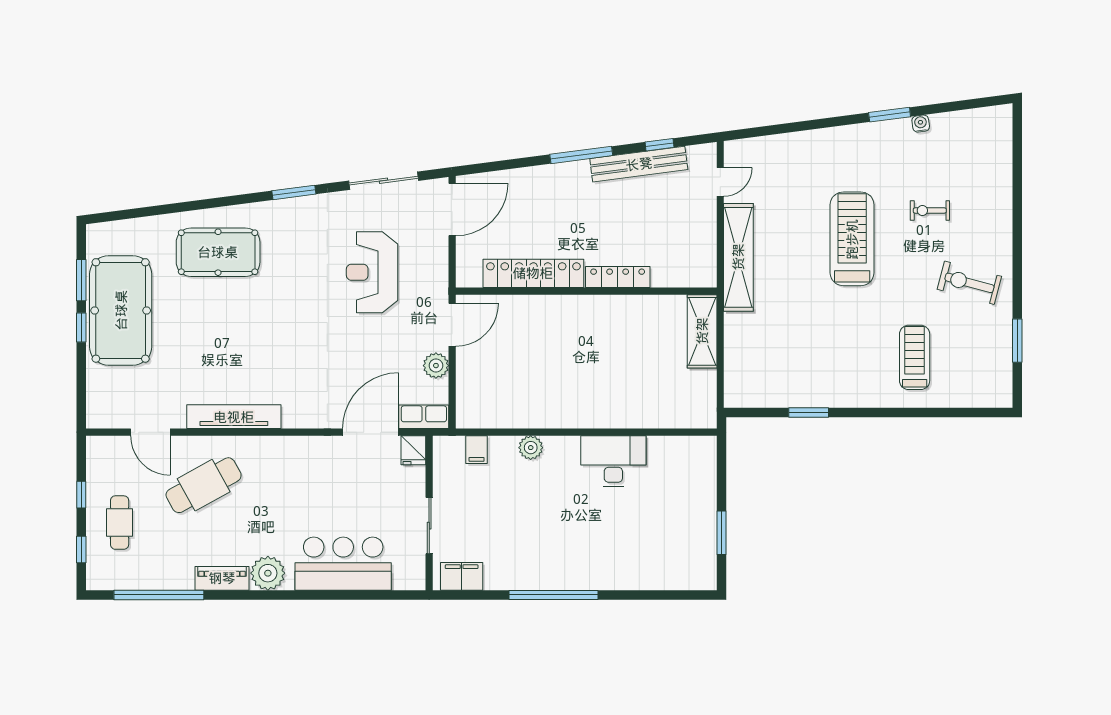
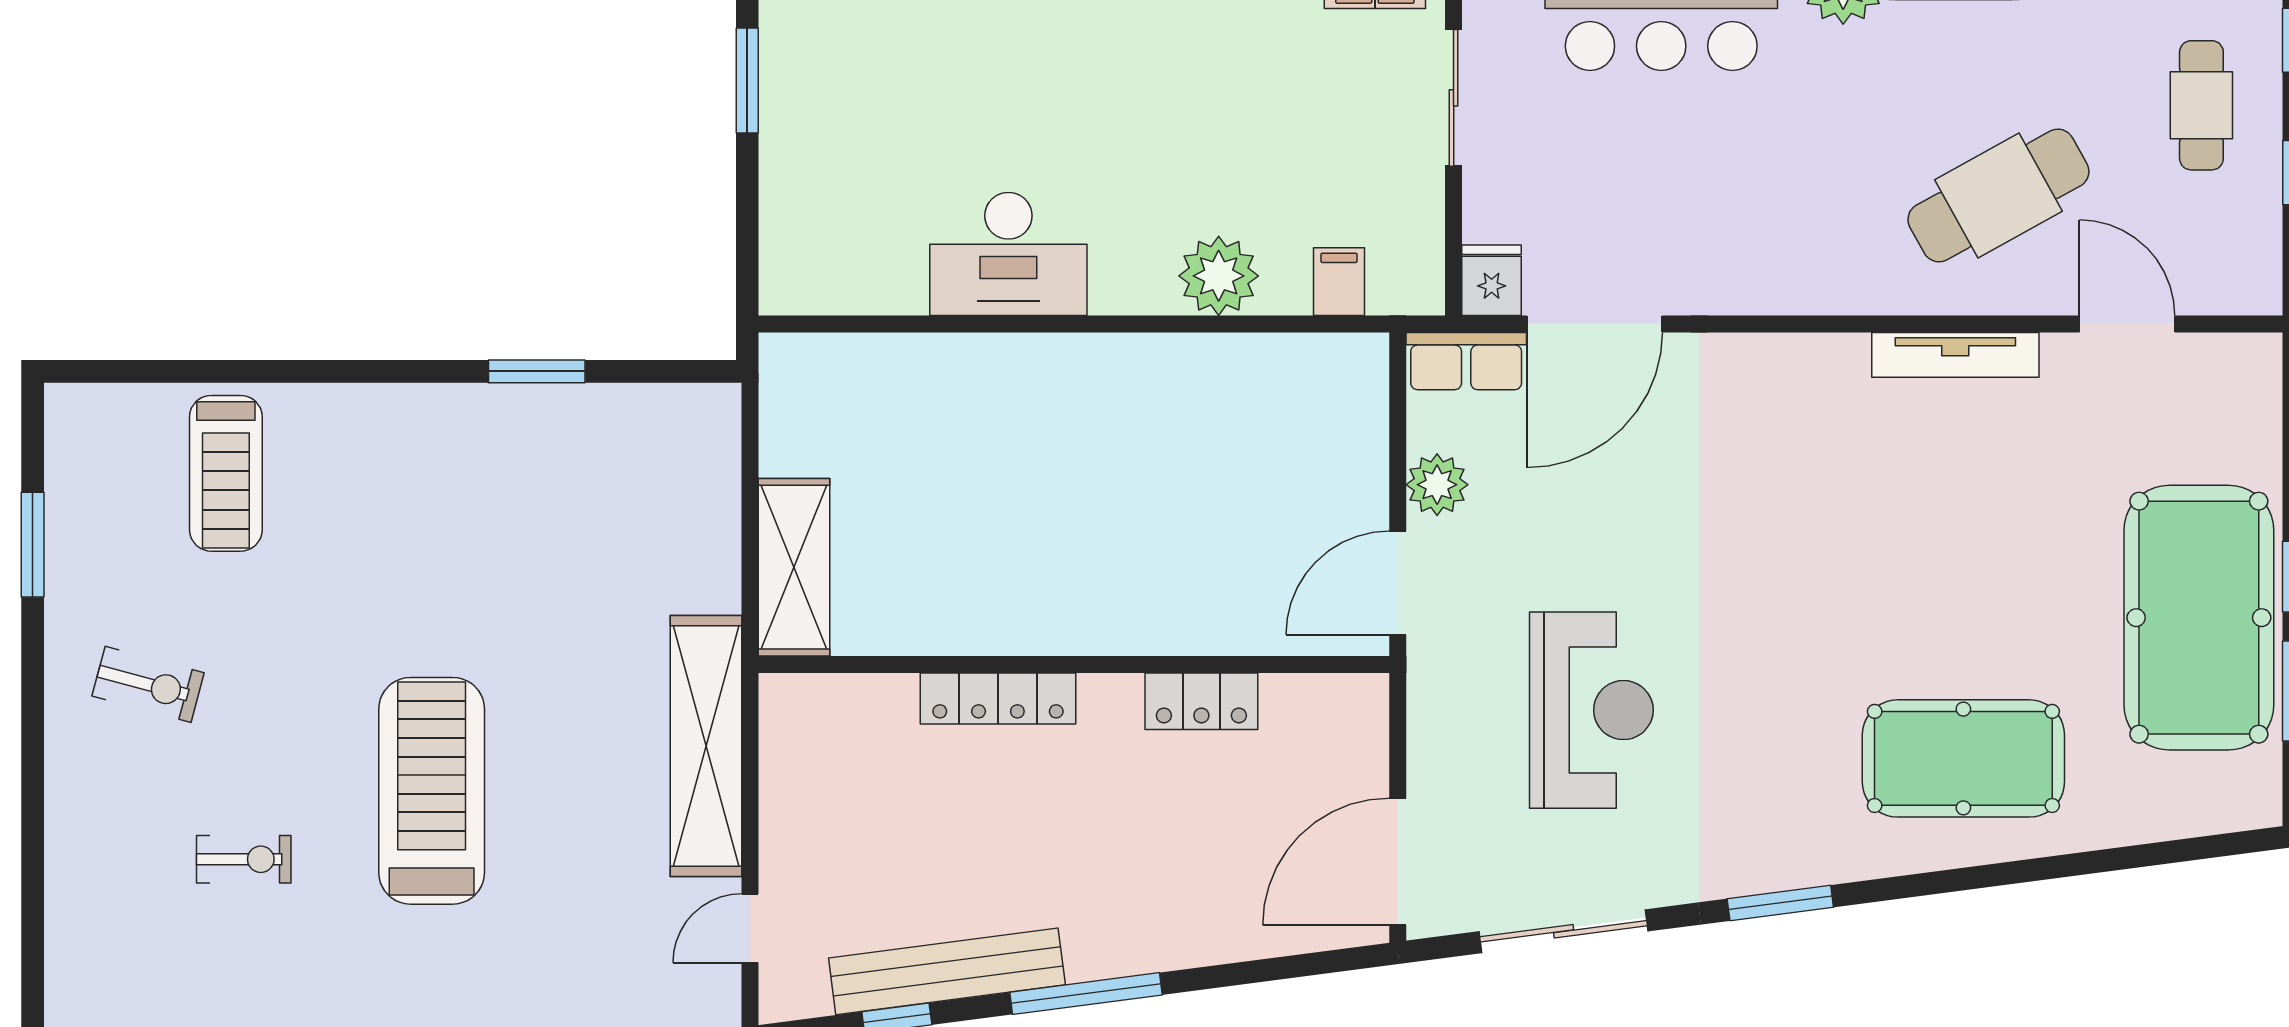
treadmill: (852, 239) -> (432, 791), turned 180
locker: (533, 273) -> (1201, 701), width x0.46, depth x0.83
exercise bike: (969, 283) -> (148, 684), width x0.73, depth x0.72
treadmill: (915, 357) -> (226, 473), moved
tv unit: (234, 417) -> (1955, 355), width x0.73, depth x0.78
plant: (531, 448) -> (1219, 276), width x1.36, depth x1.36

